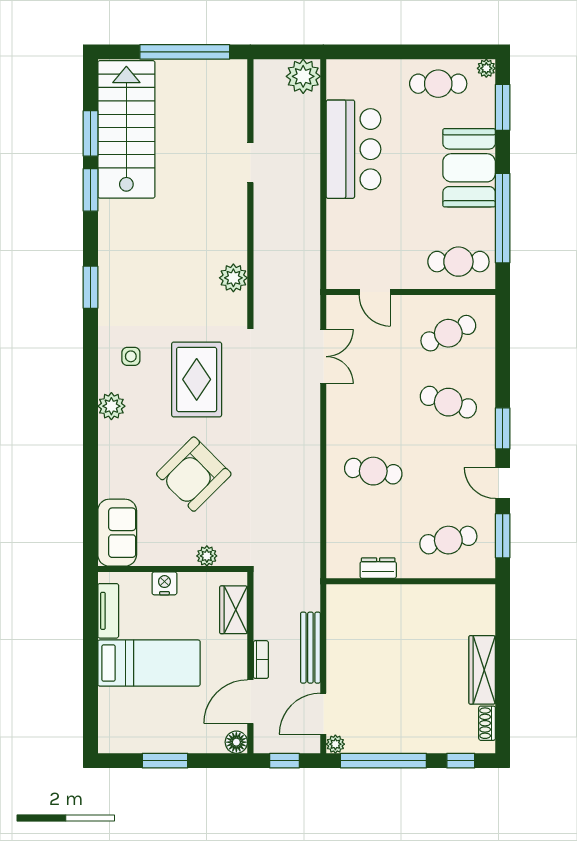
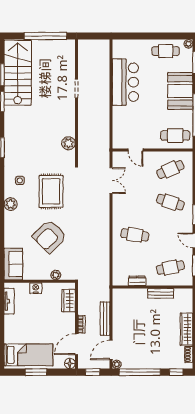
plant: (303, 76) -> (102, 48), removed
bench: (428, 595) -> (161, 293), added
bed: (149, 663) -> (28, 355), moved

